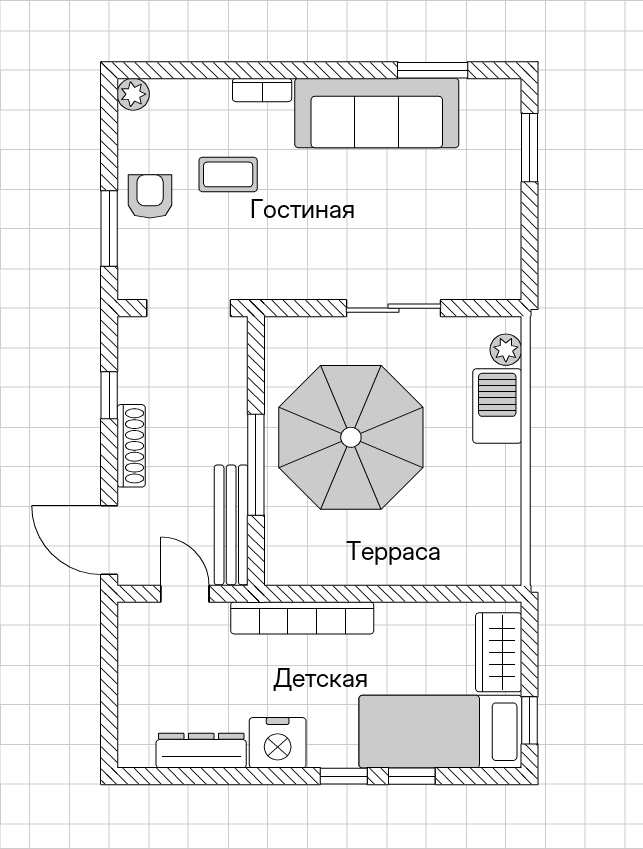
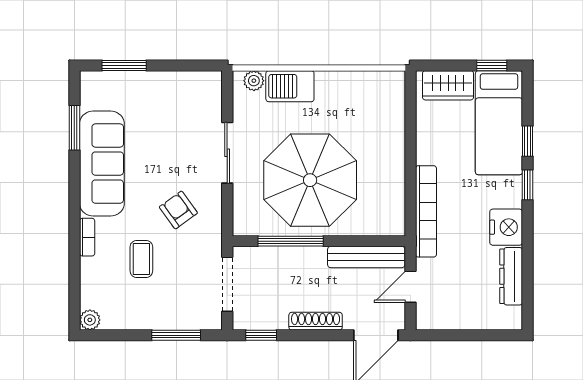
armchair: (150, 196) -> (178, 210), moved, turned 54
window: (109, 395) -> (261, 335), moved
window: (256, 465) -> (291, 241), moved

